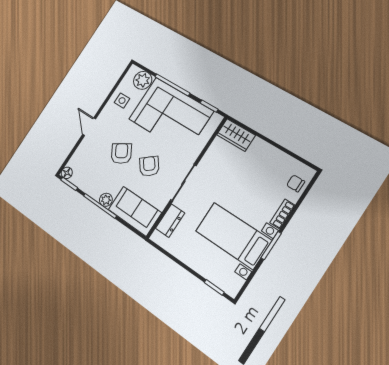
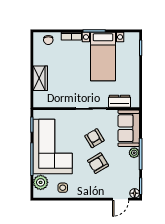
door: (89, 127) -> (121, 199), moved
wardrobe: (236, 135) -> (40, 78), moved
armchair: (149, 166) -> (94, 138), turned 97

